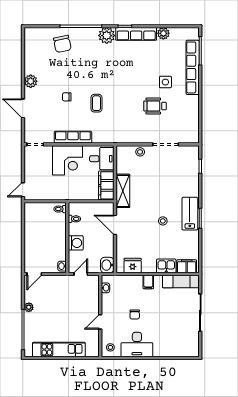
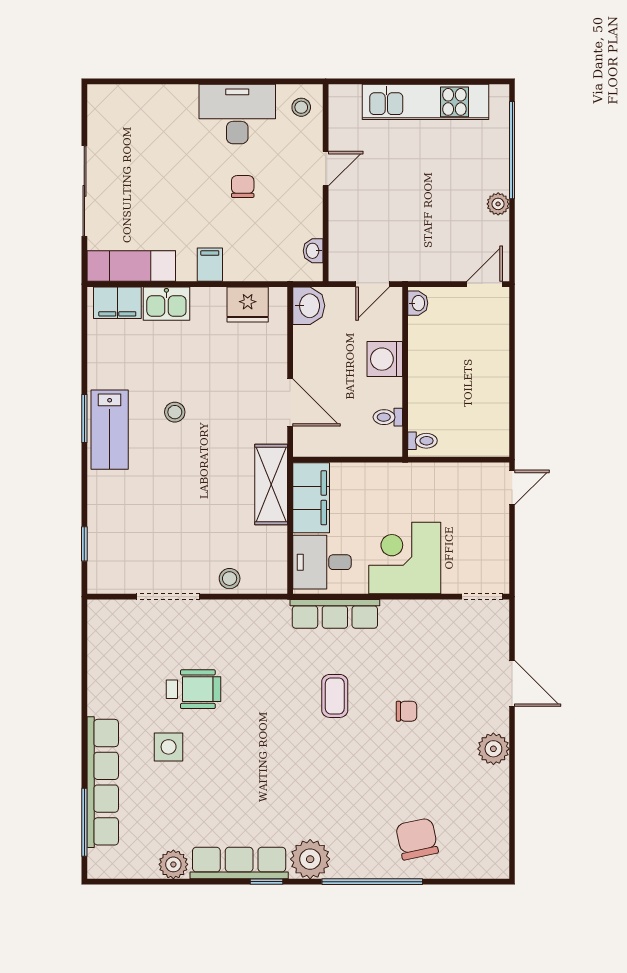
row of seats: (73, 137) -> (335, 614), moved

